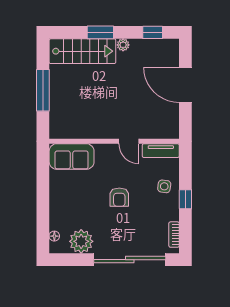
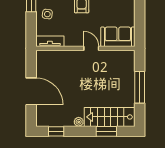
window: (100, 32) -> (106, 131), moved
door: (129, 141) -> (91, 48), moved

